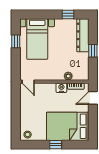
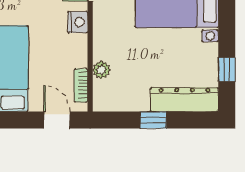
nightstand: (61, 88) -> (78, 22), moved

